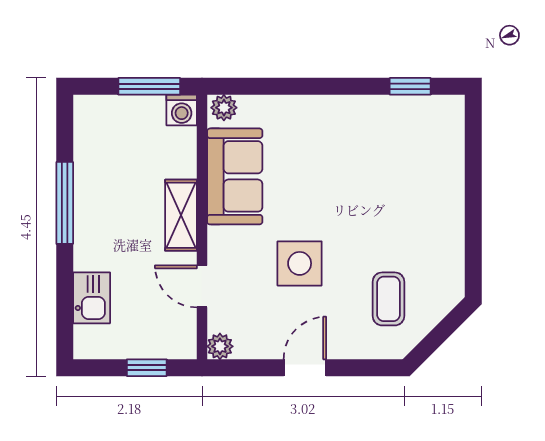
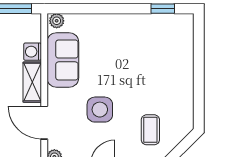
washing machine: (182, 110) -> (33, 52), moved, turned 90
door: (202, 286) -> (44, 123), width x1.38

